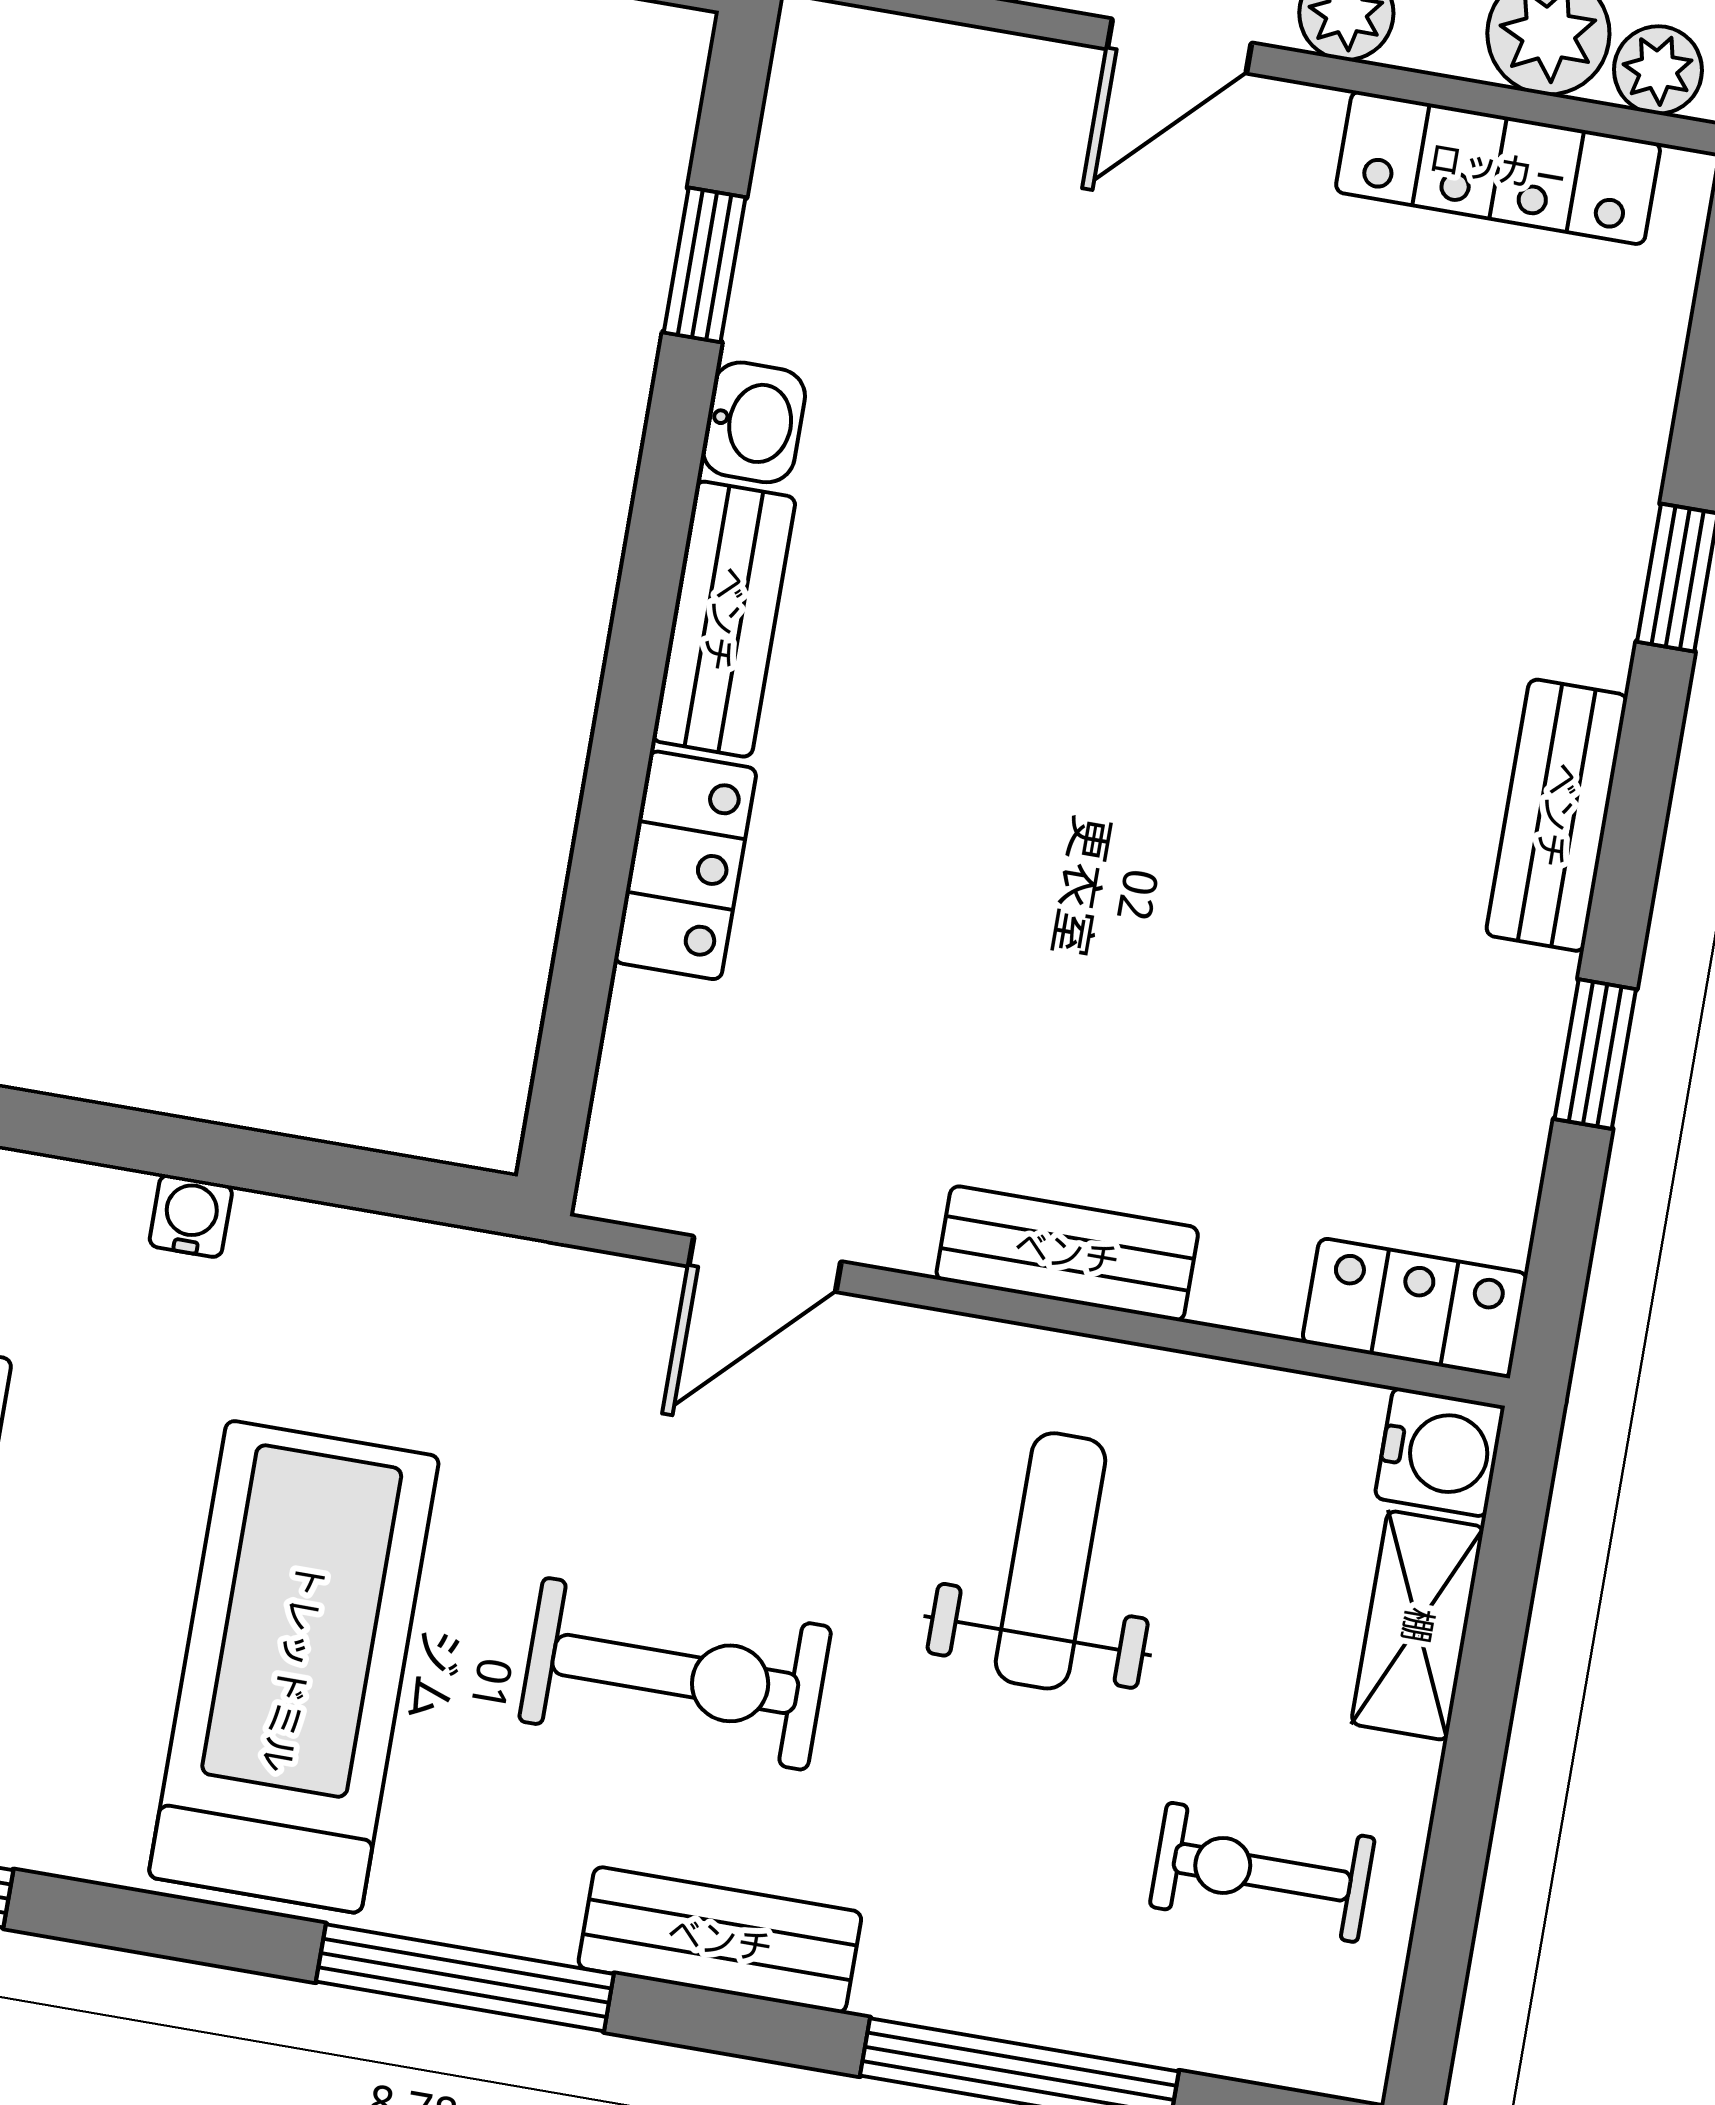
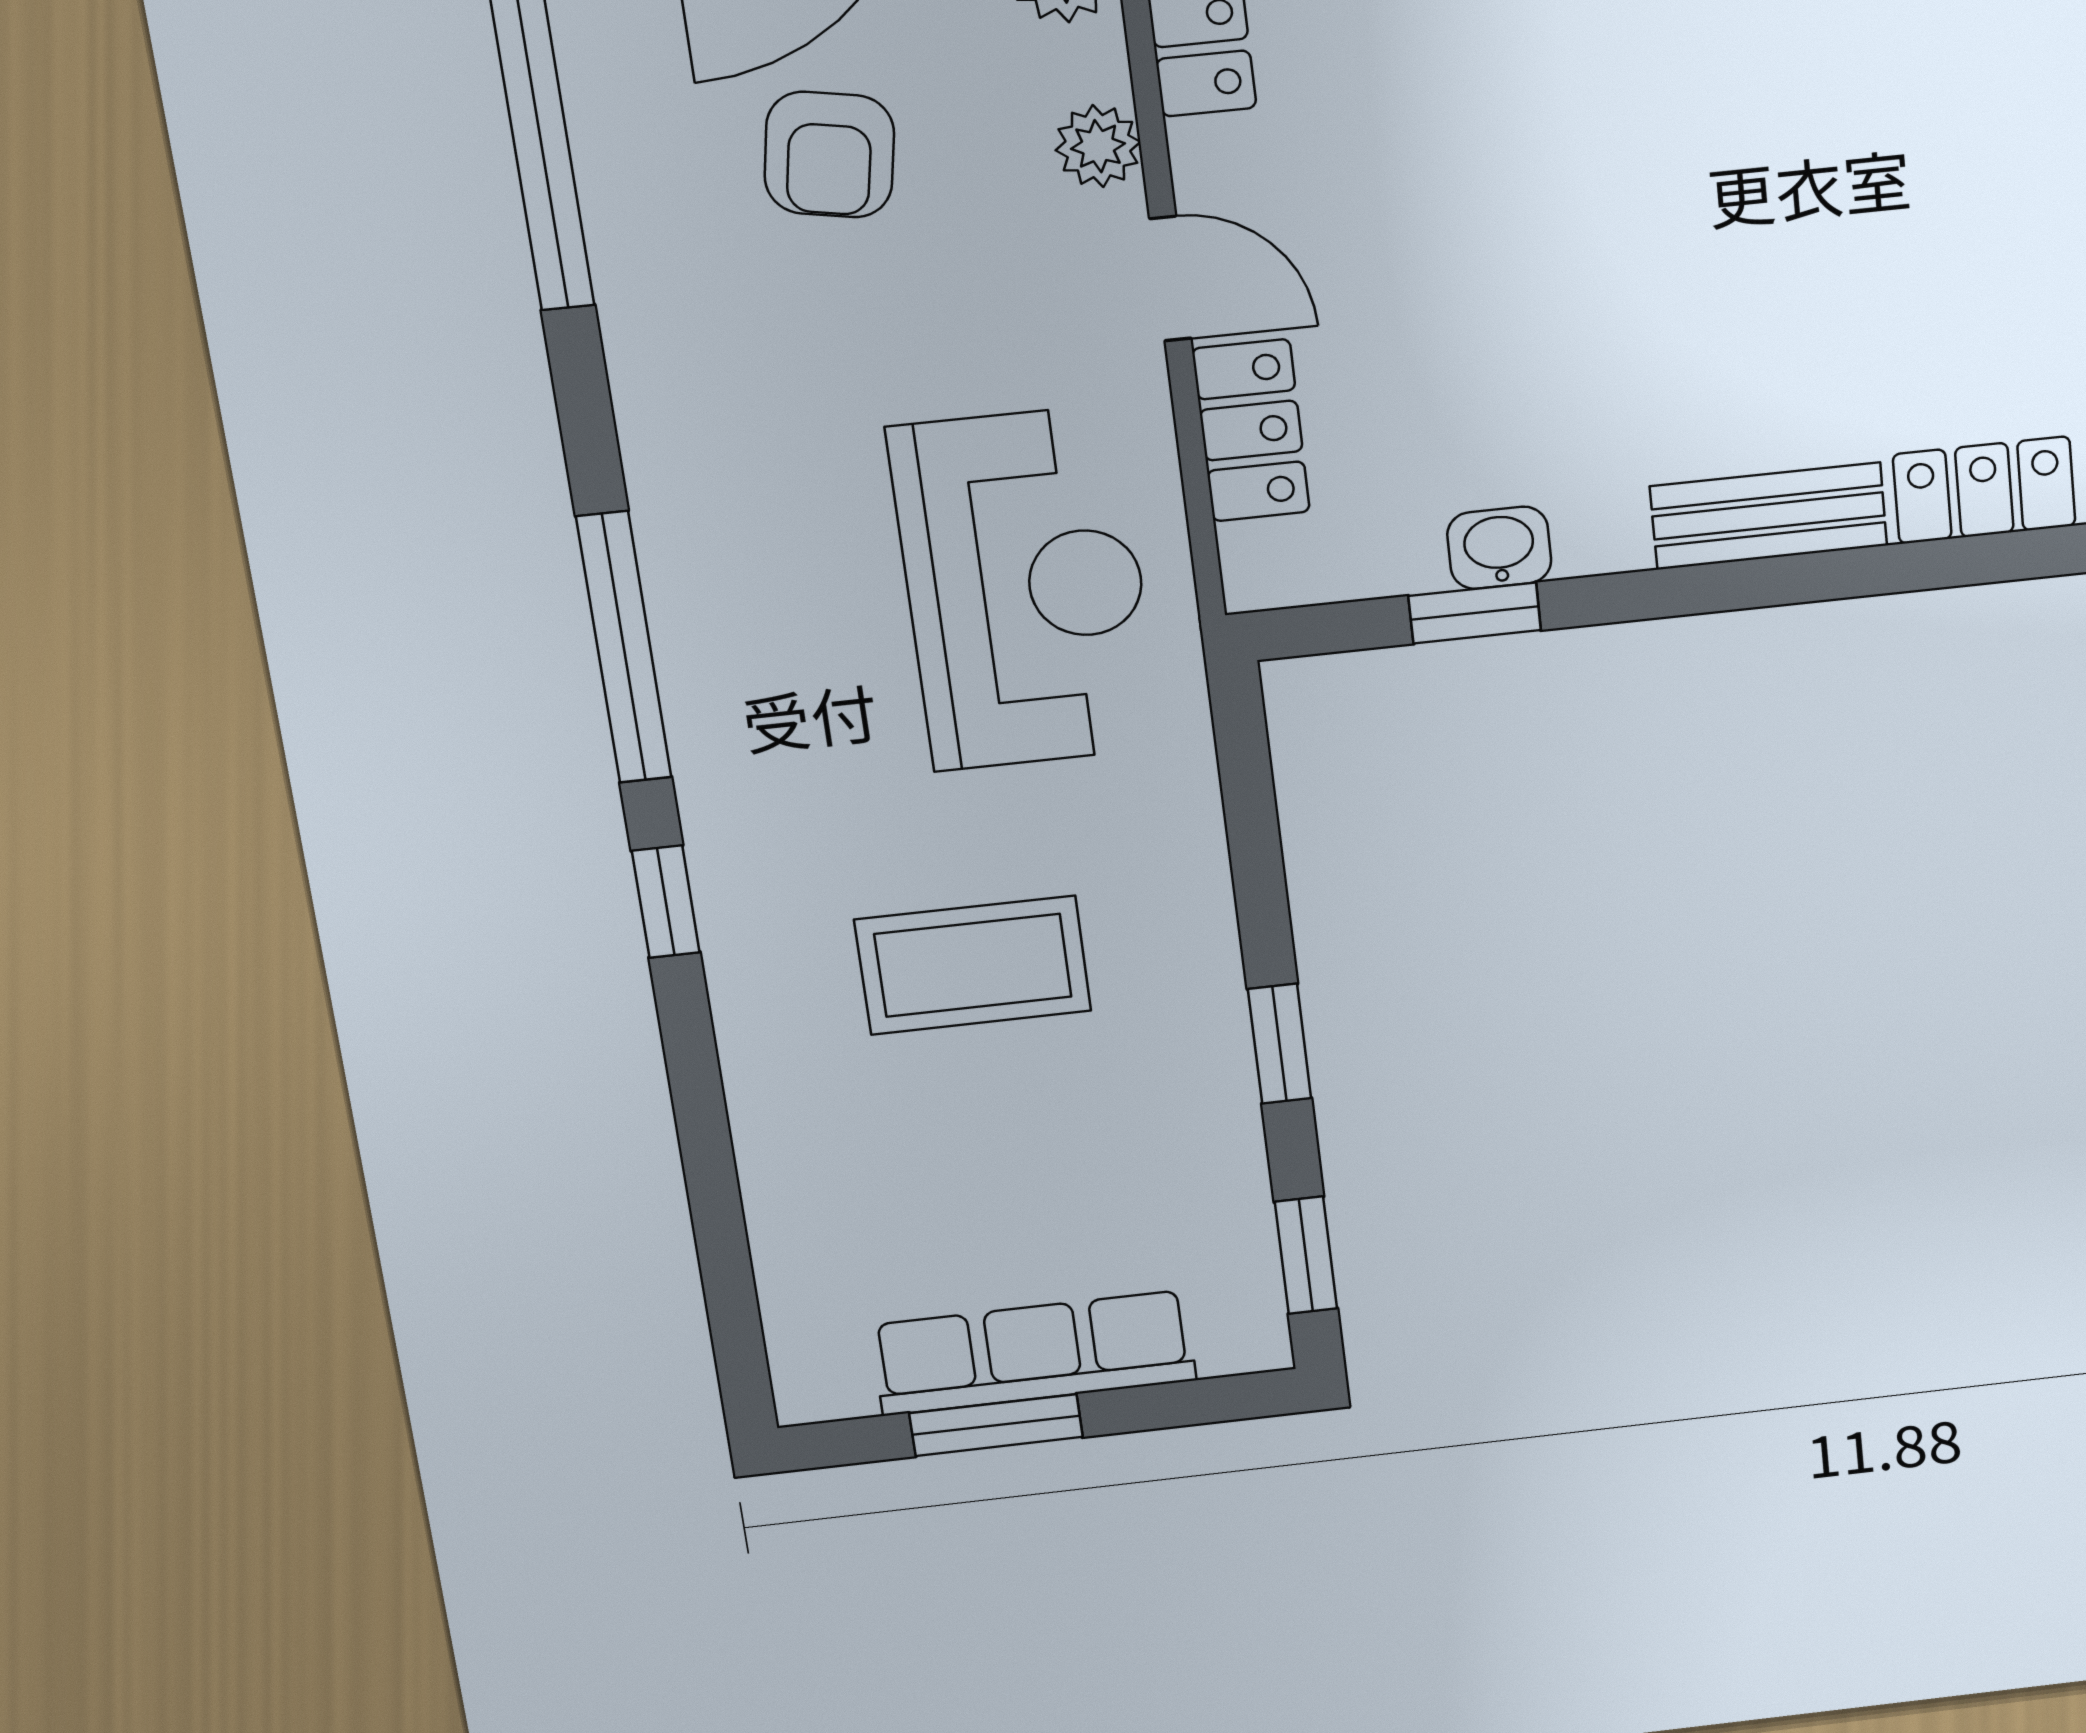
locker: (985, 82) -> (1251, 430), added
washbasin: (754, 422) -> (1499, 548), moved

